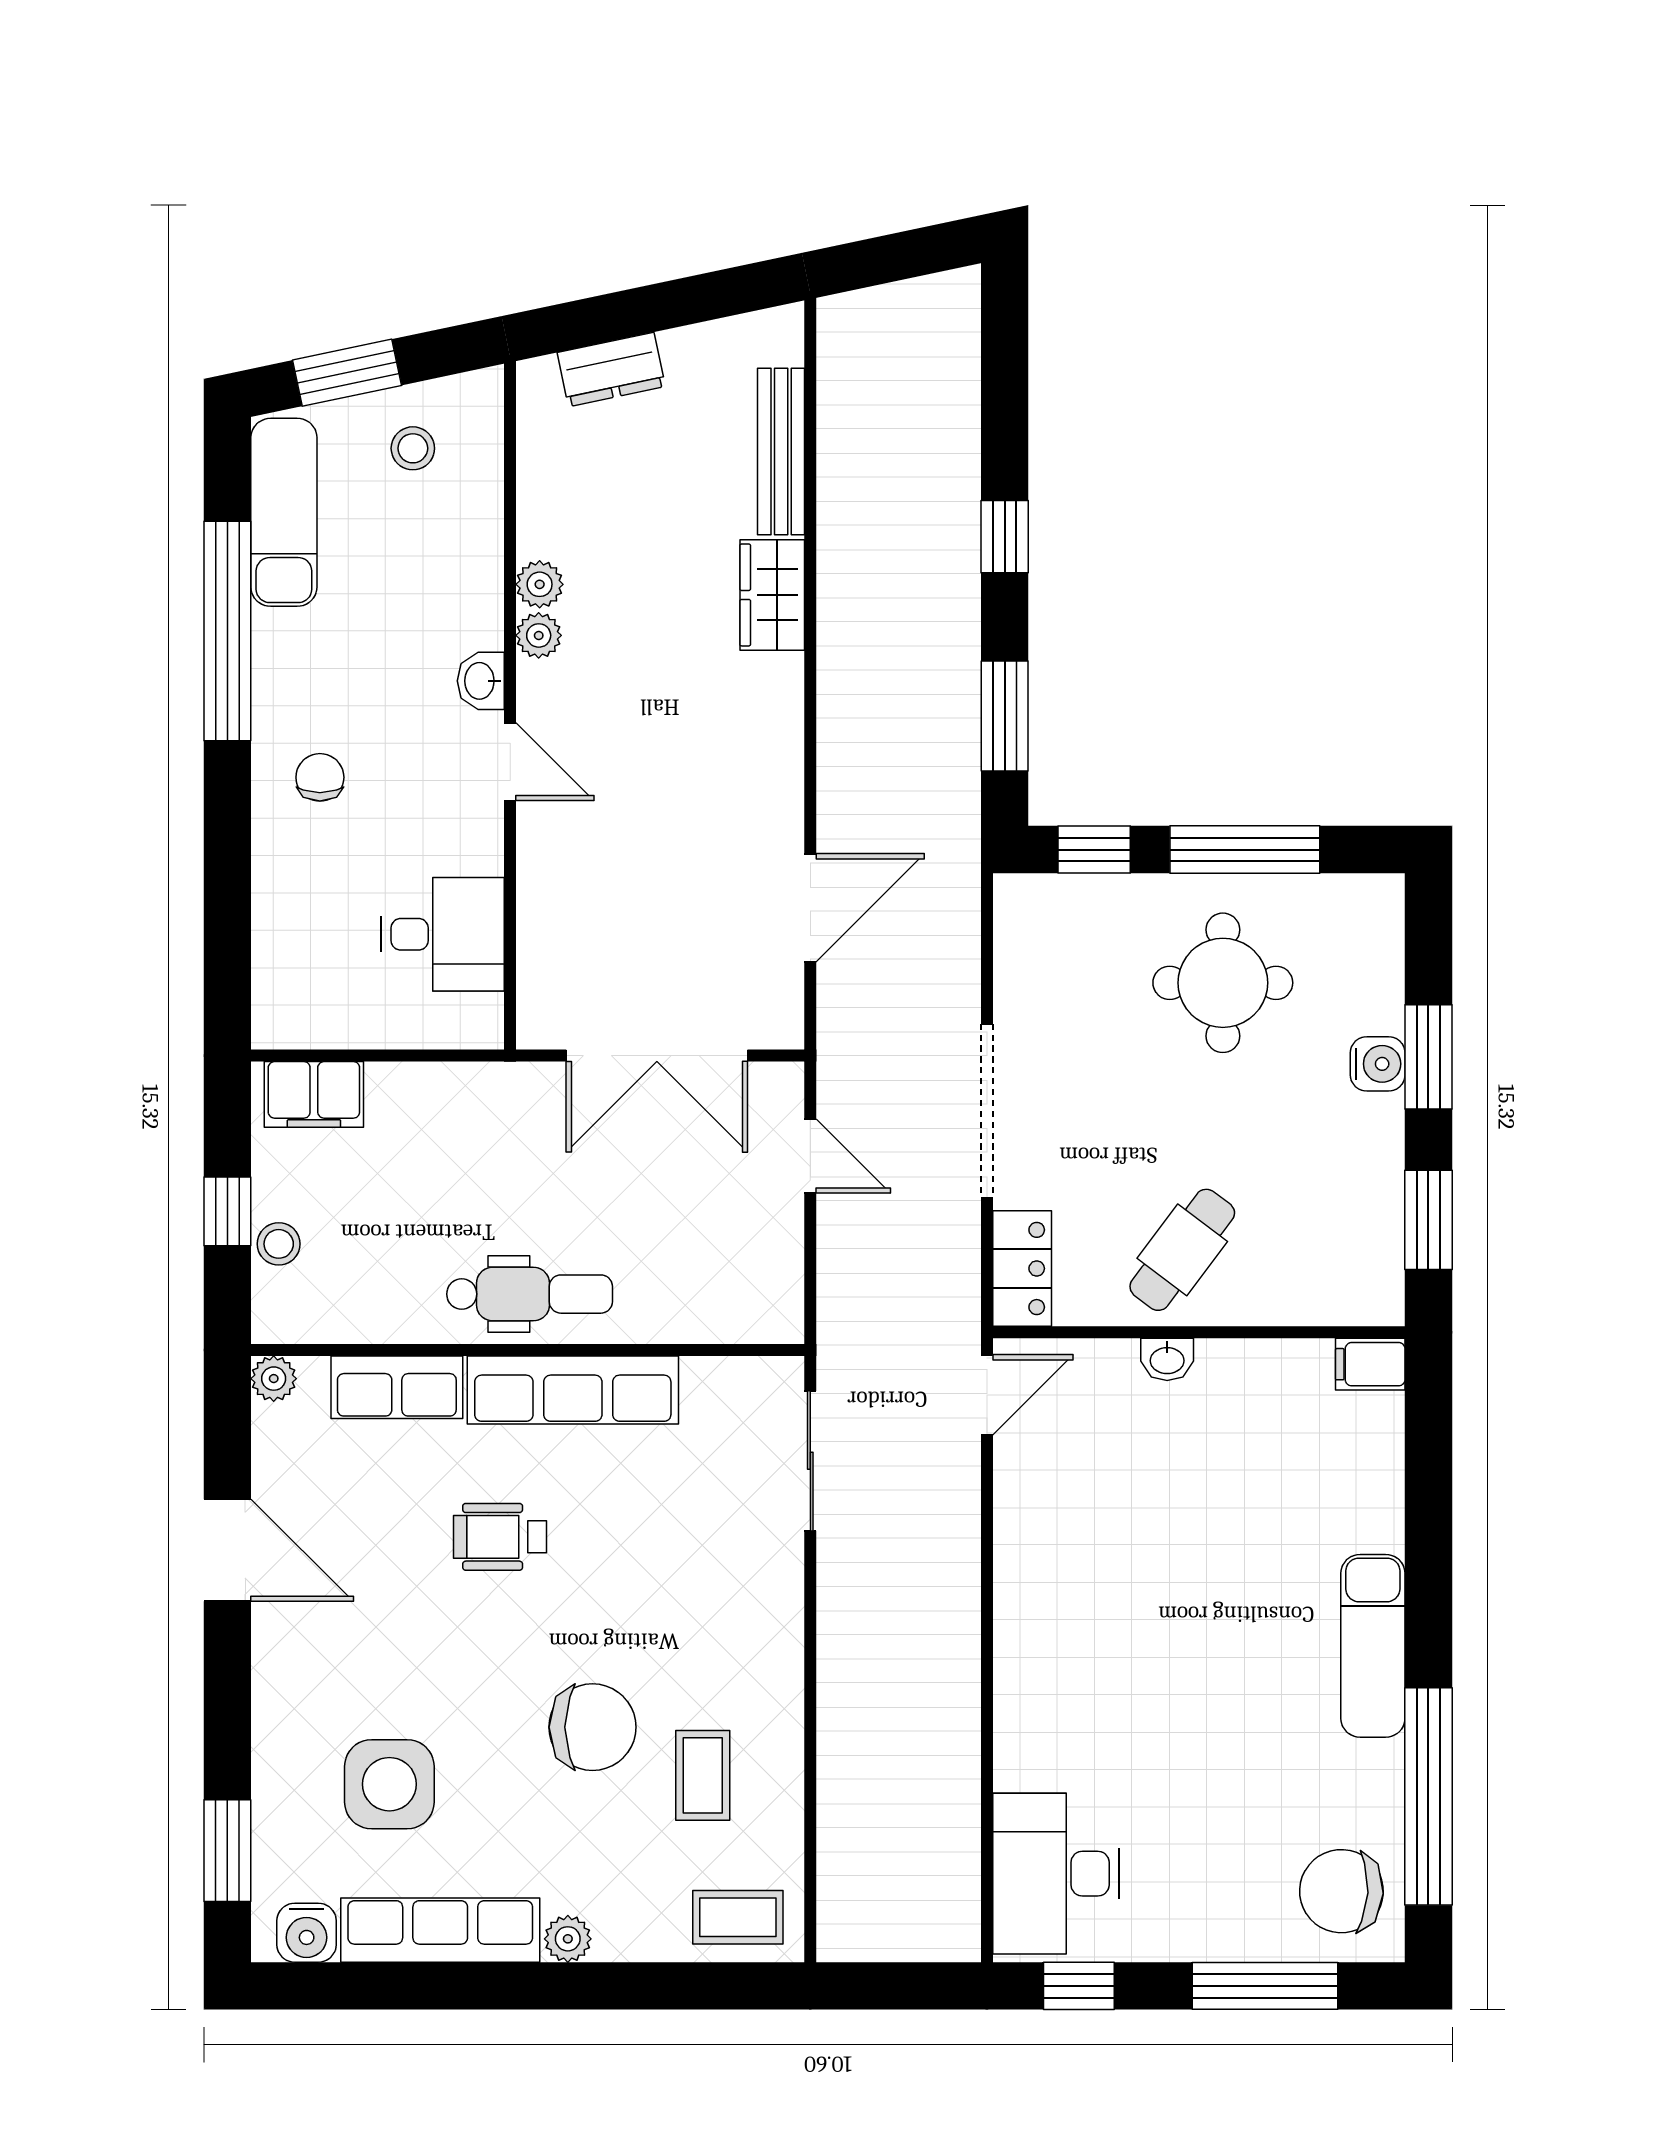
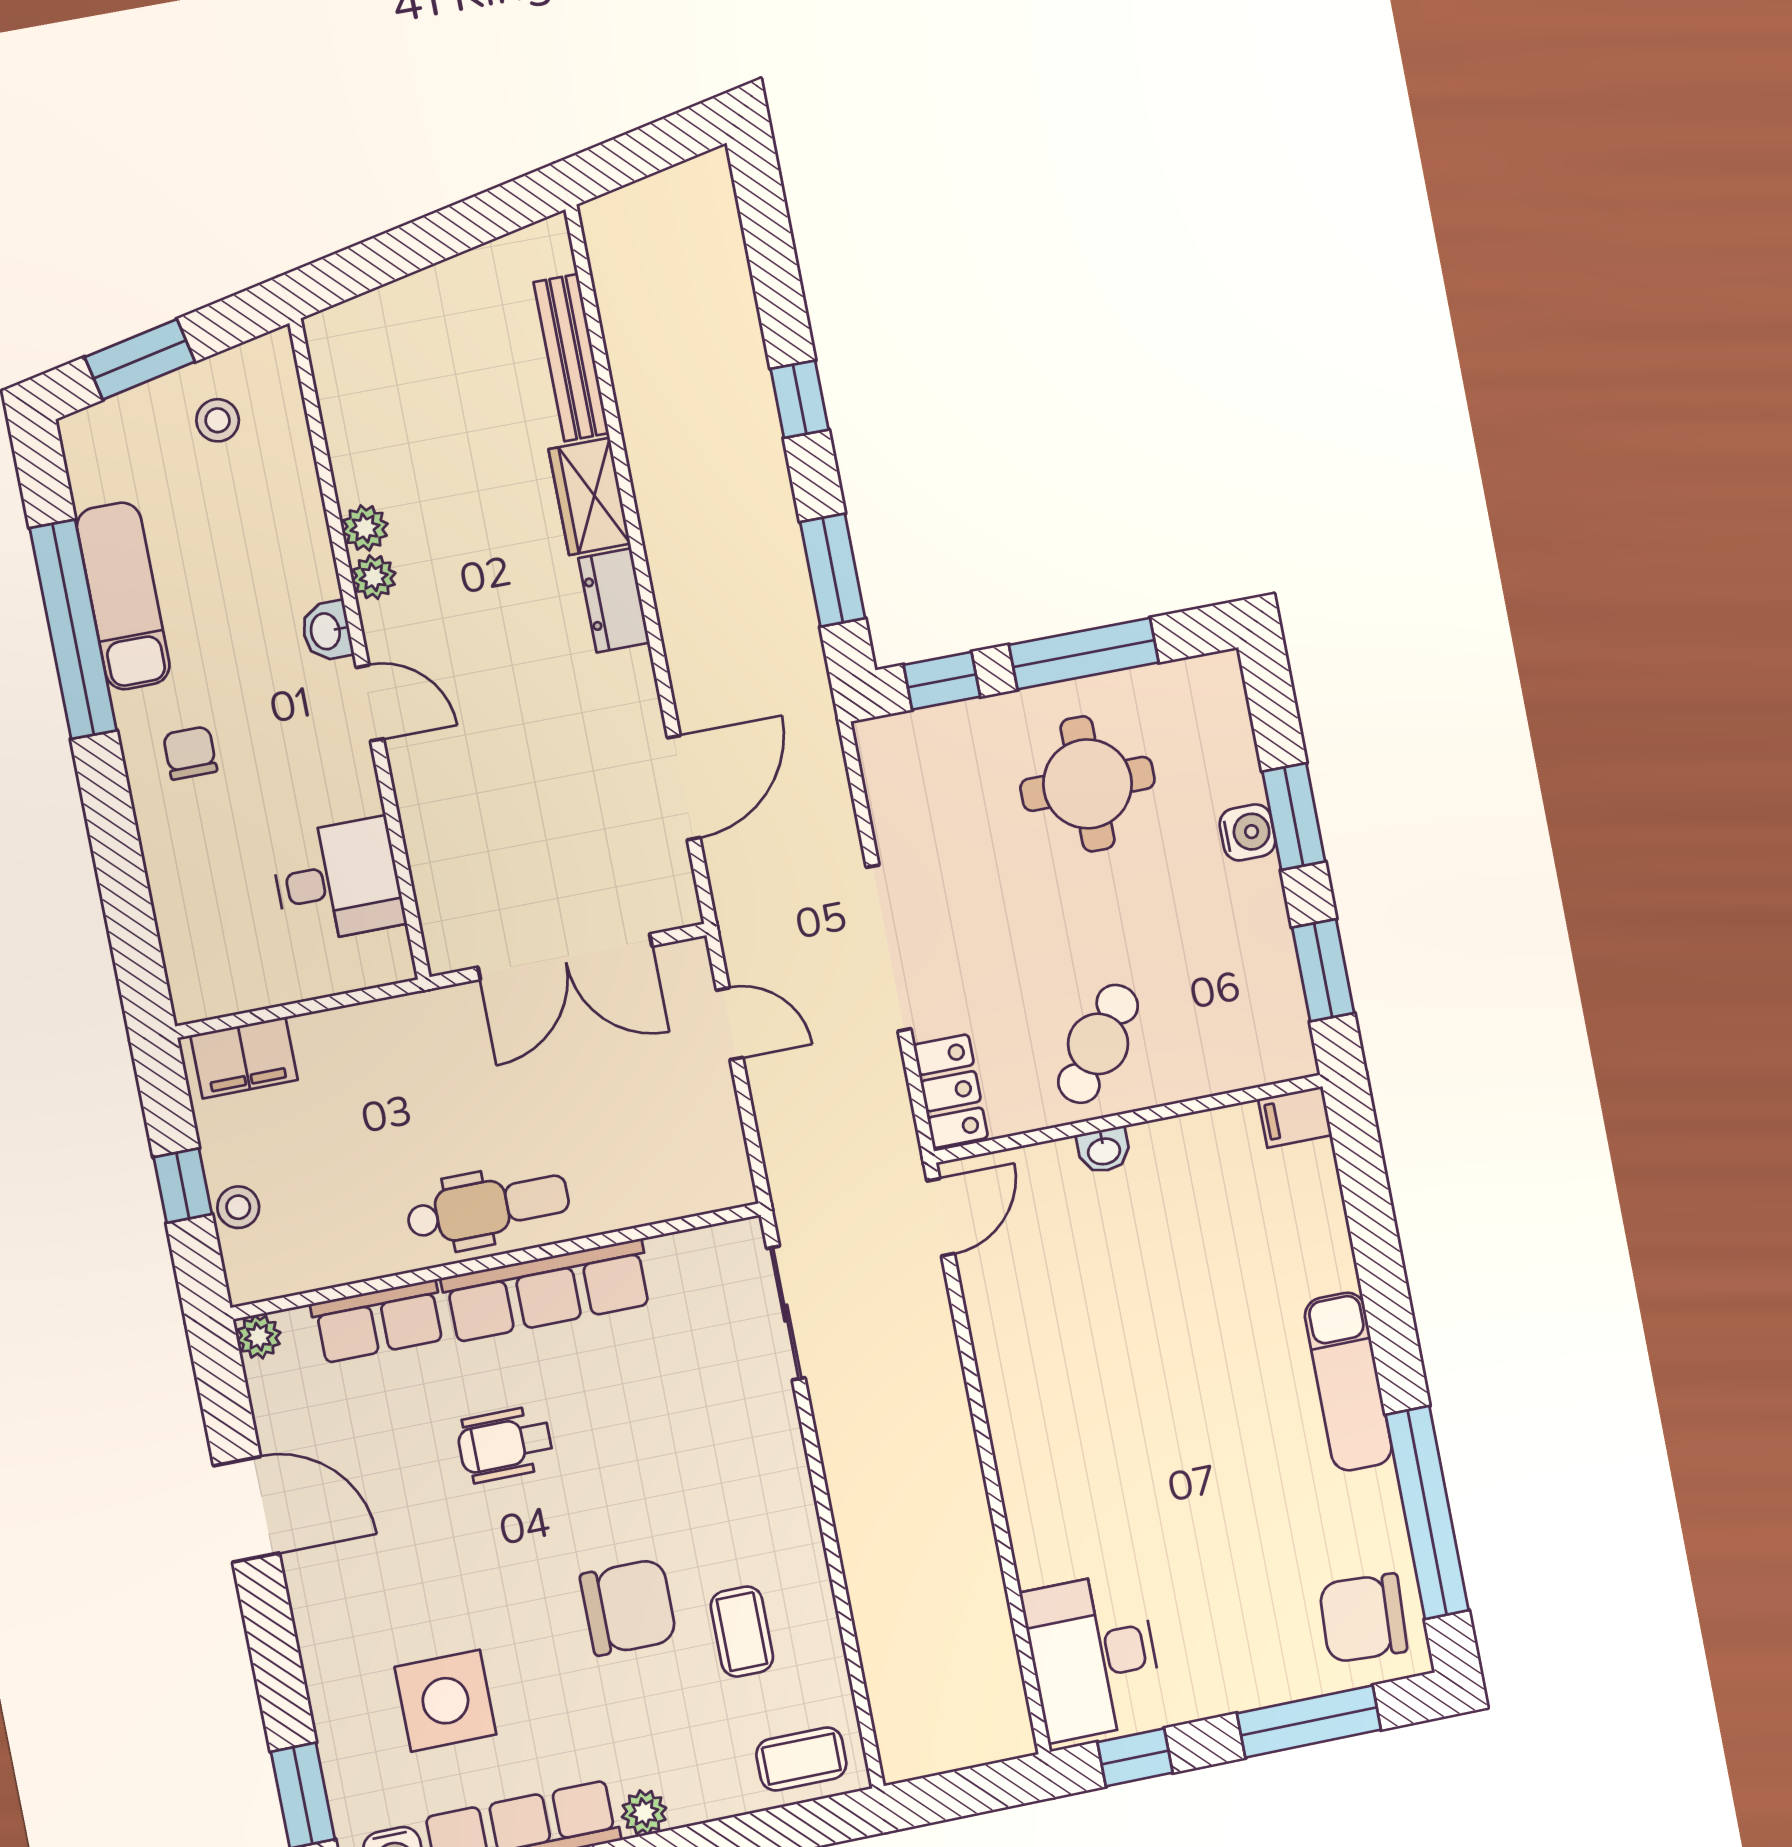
dresser: (611, 370) -> (614, 600), moved, turned 102
exam couch: (284, 512) -> (123, 596), moved

